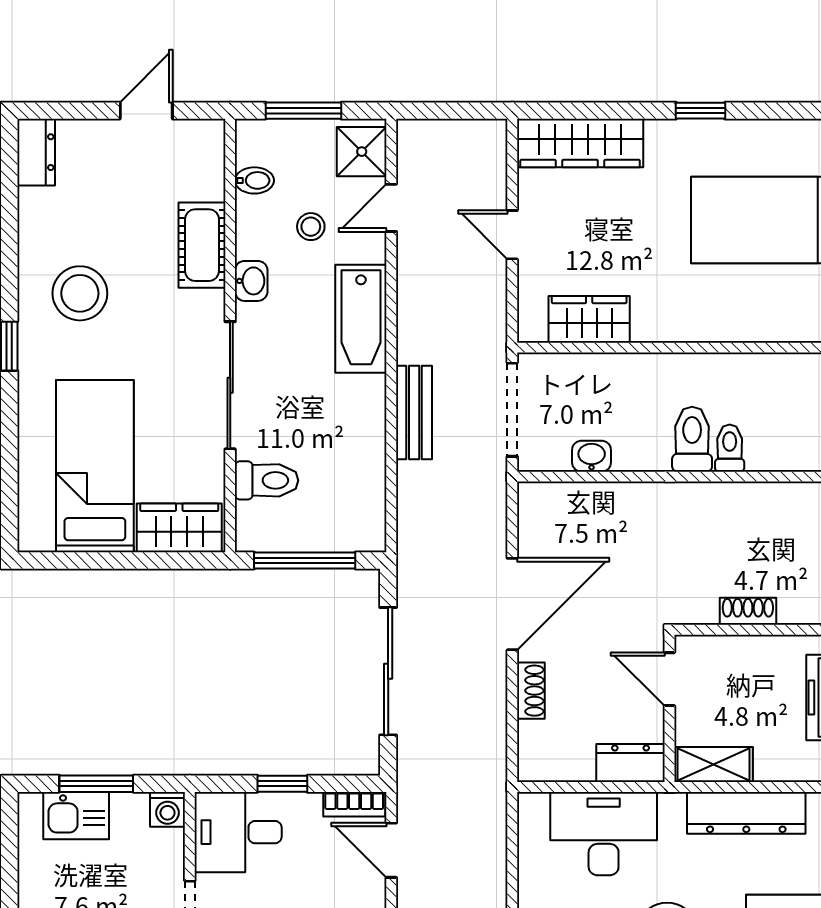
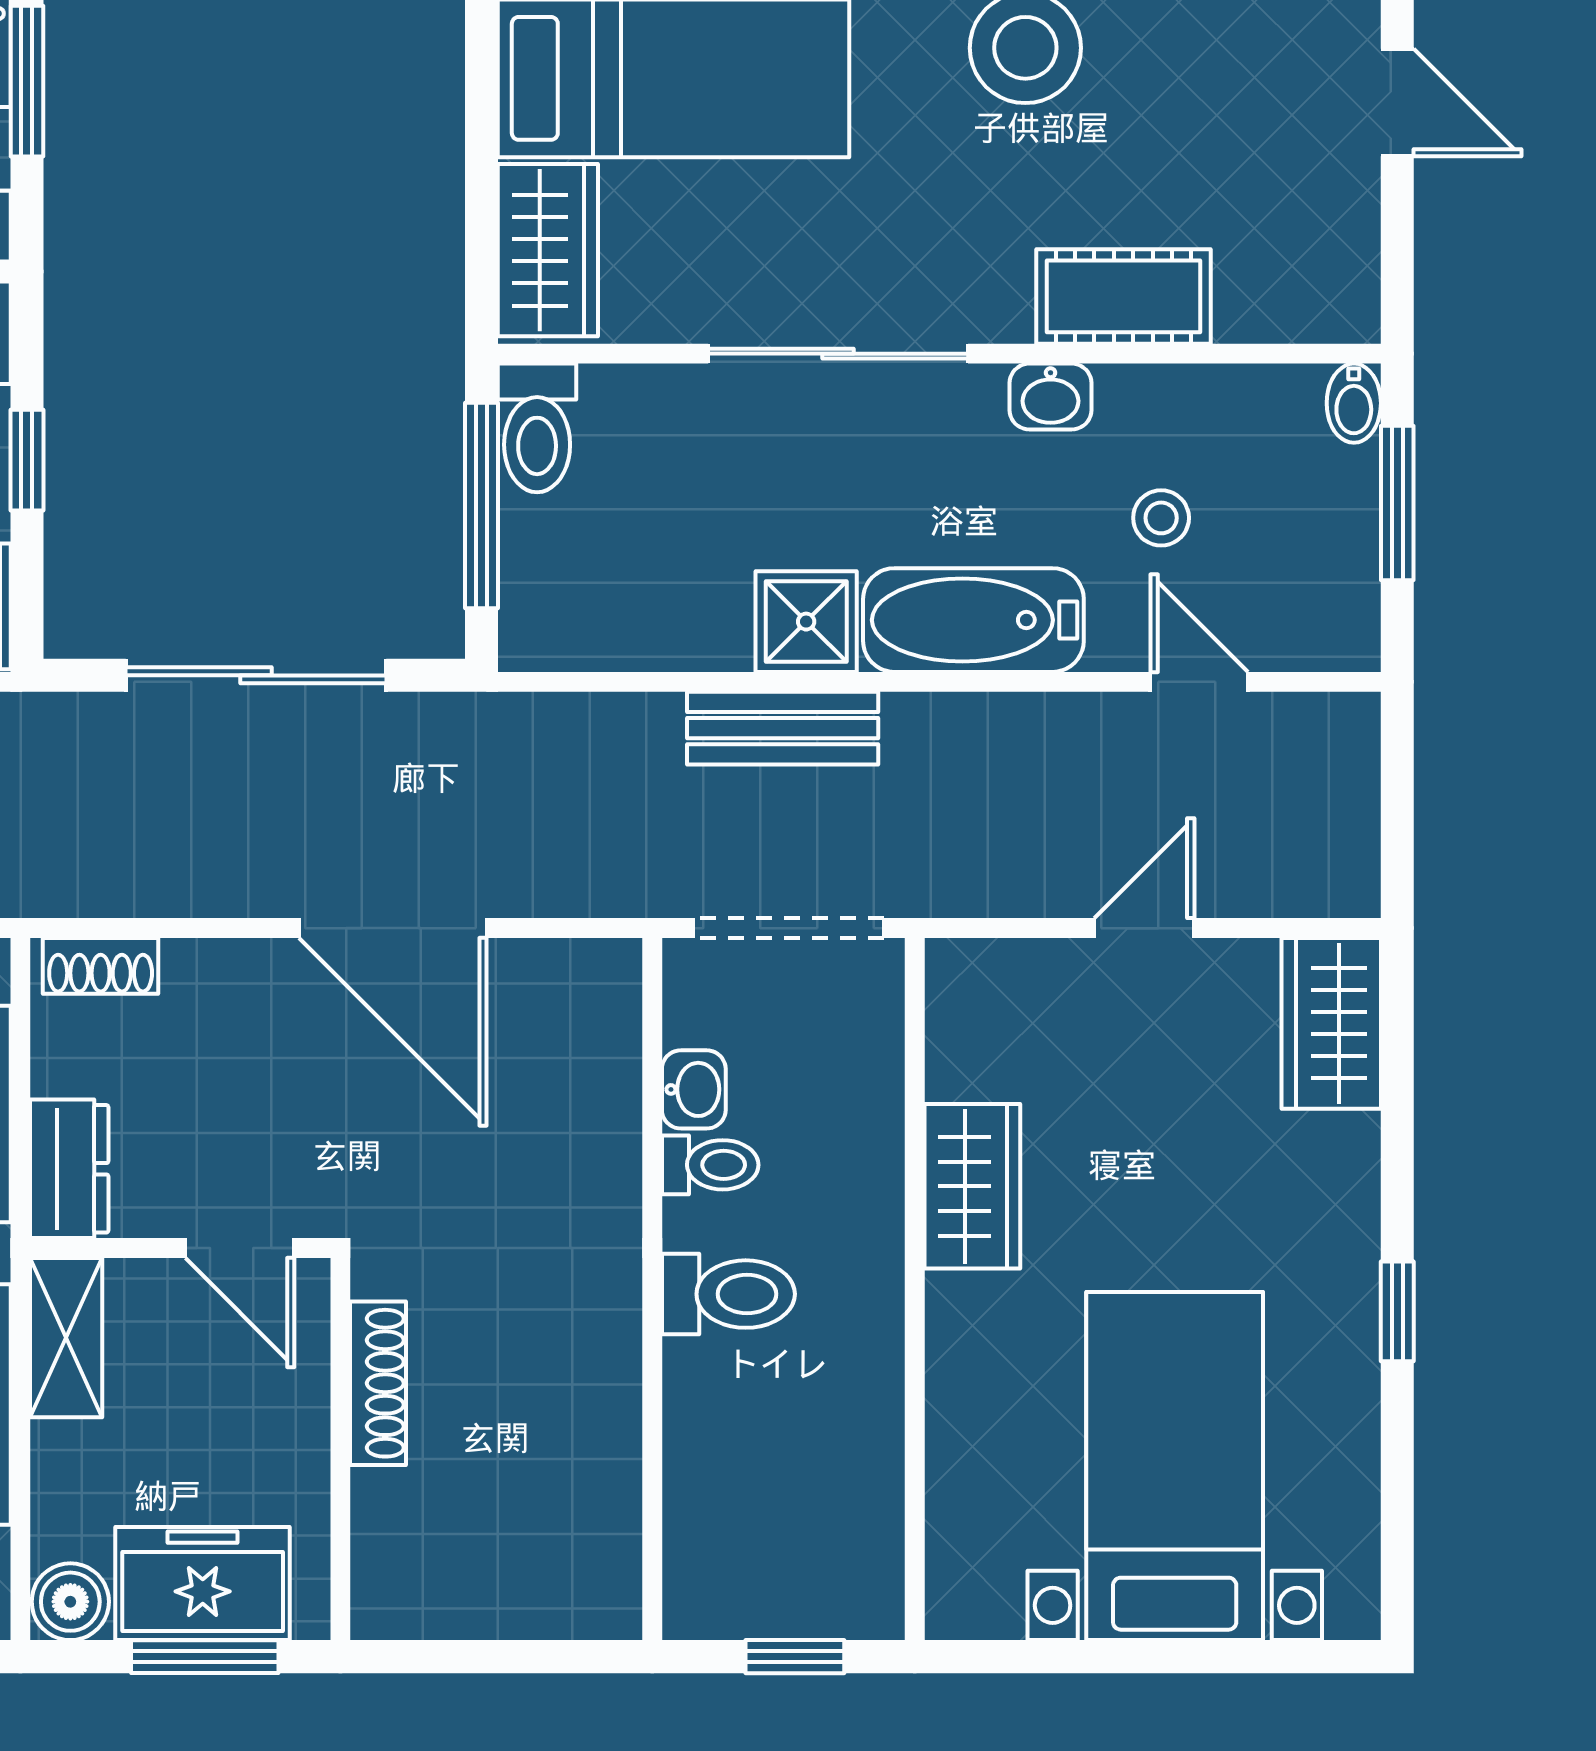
door: (146, 111) -> (1397, 103), moved
wardrobe: (580, 143) -> (1331, 1023), width x0.67
shower: (362, 152) -> (806, 622), moved
bidet: (254, 180) -> (1354, 403), moved
wardrobe: (589, 319) -> (972, 1186), moved
toilet: (730, 448) -> (710, 1165), moved
toilet: (267, 480) -> (537, 428), moved
shoe rack: (748, 611) -> (378, 1383), width x1.43
door: (669, 679) -> (240, 1248), swing flipped
shoe rack: (531, 691) -> (101, 966), moved

